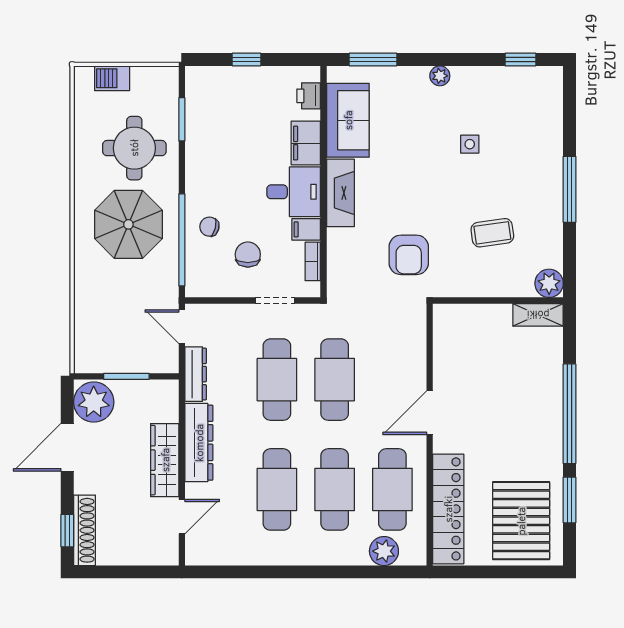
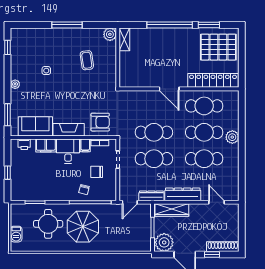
armchair: (409, 255) -> (100, 122), moved
wardrobe: (165, 460) -> (172, 210), moved
window: (67, 531) -> (212, 255), moved
plant: (384, 551) -> (232, 137), moved

